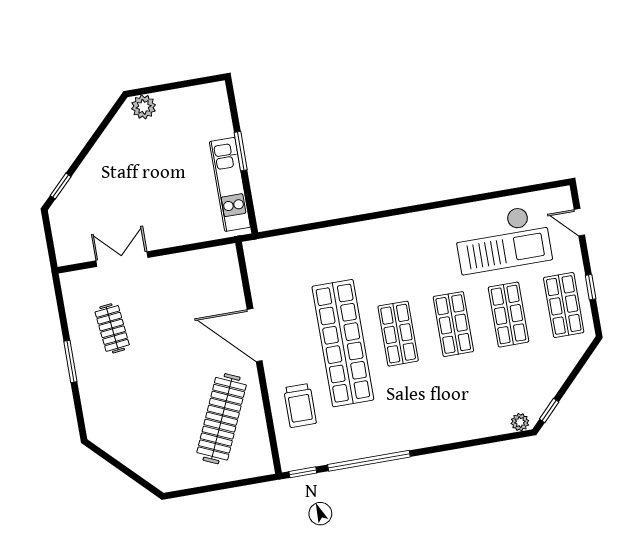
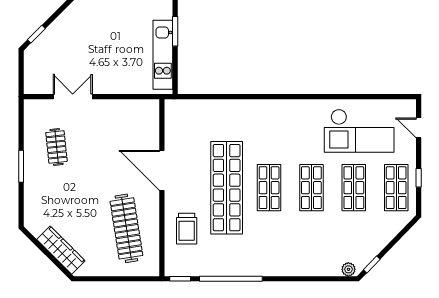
clothes rail: (222, 419) -> (126, 228), turned -33
wardrobe: (141, 462) -> (61, 250), added

